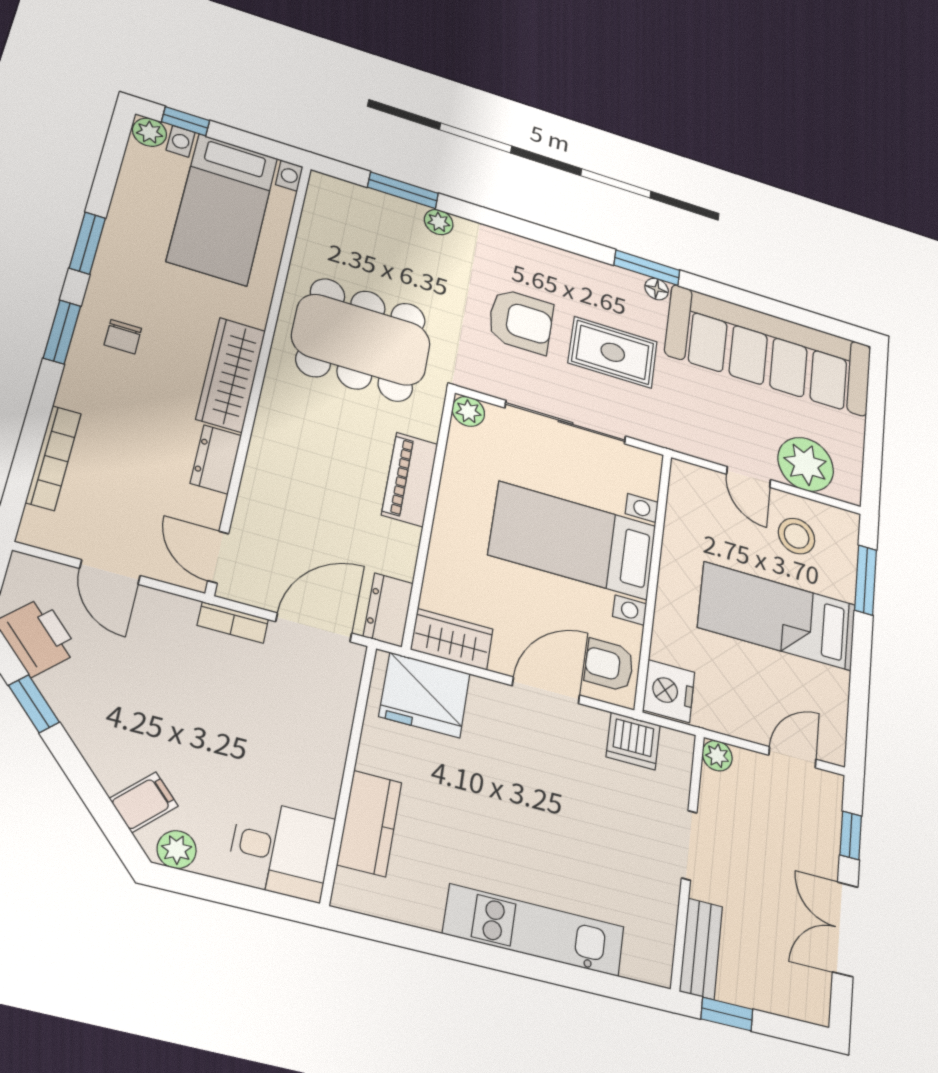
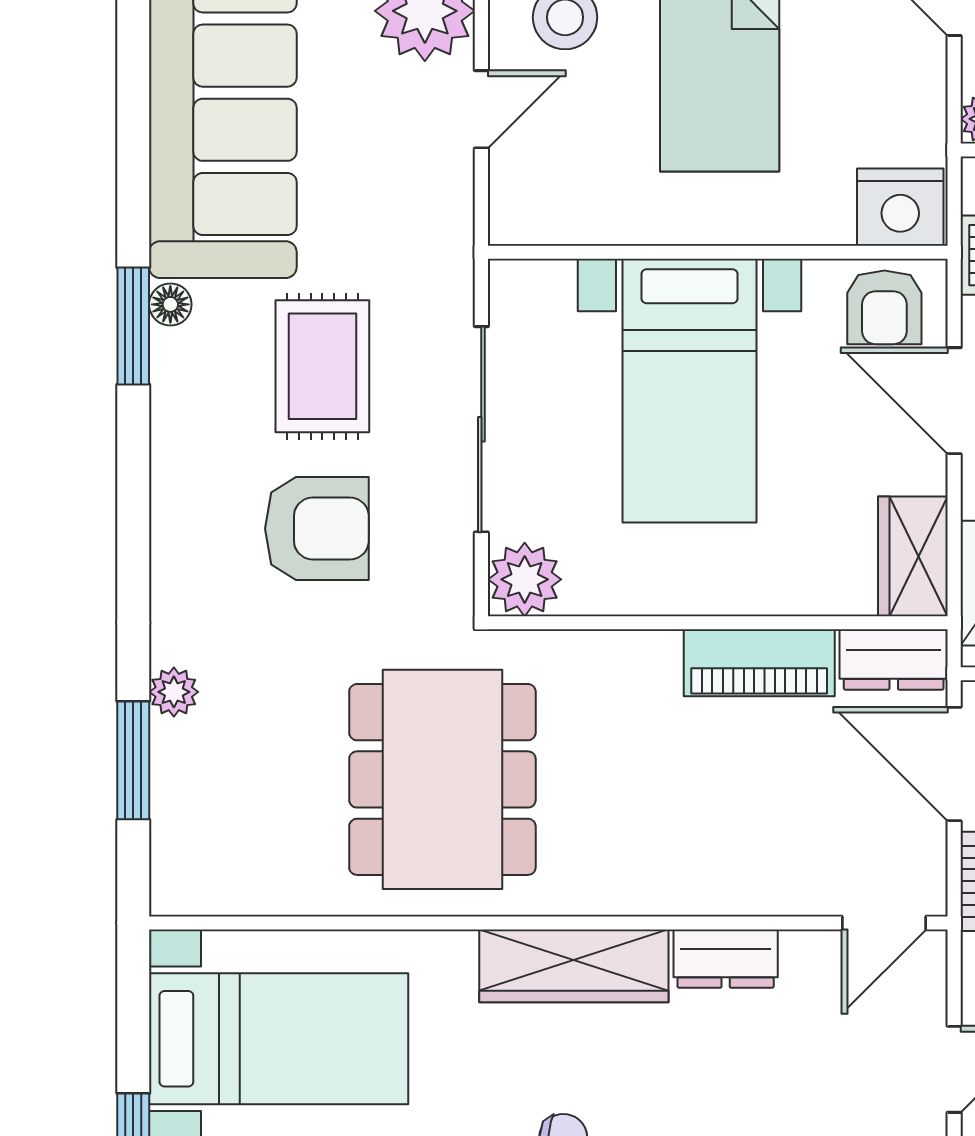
armchair: (521, 321) -> (317, 529), turned 90
plant: (468, 411) -> (525, 579), width x1.38, depth x1.38
piano: (410, 479) -> (759, 663), moved

